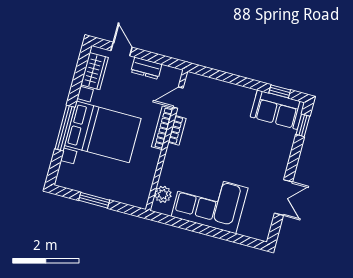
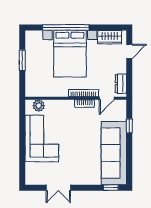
dresser: (146, 68) -> (121, 84), moved
window: (280, 91) -> (129, 126), moved
door: (178, 98) -> (107, 98), swing flipped
sofa: (277, 110) -> (114, 153), width x1.85, depth x1.27
window: (65, 128) -> (66, 27), width x1.46

